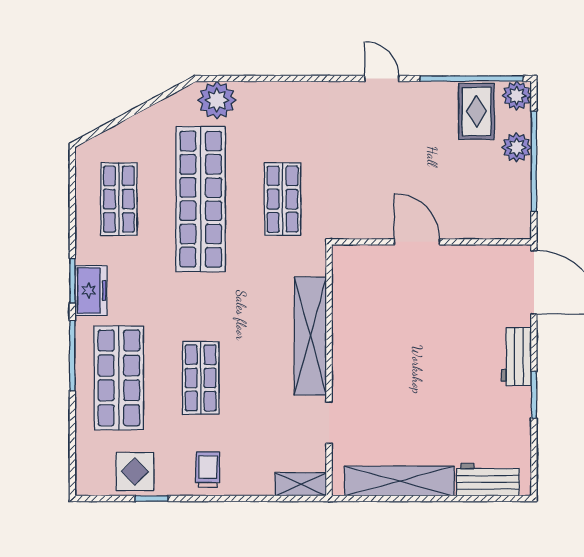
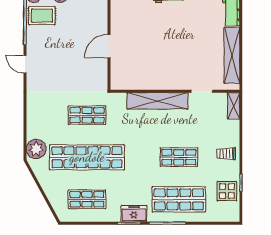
door: (382, 79) -> (25, 64), hinge flipped

